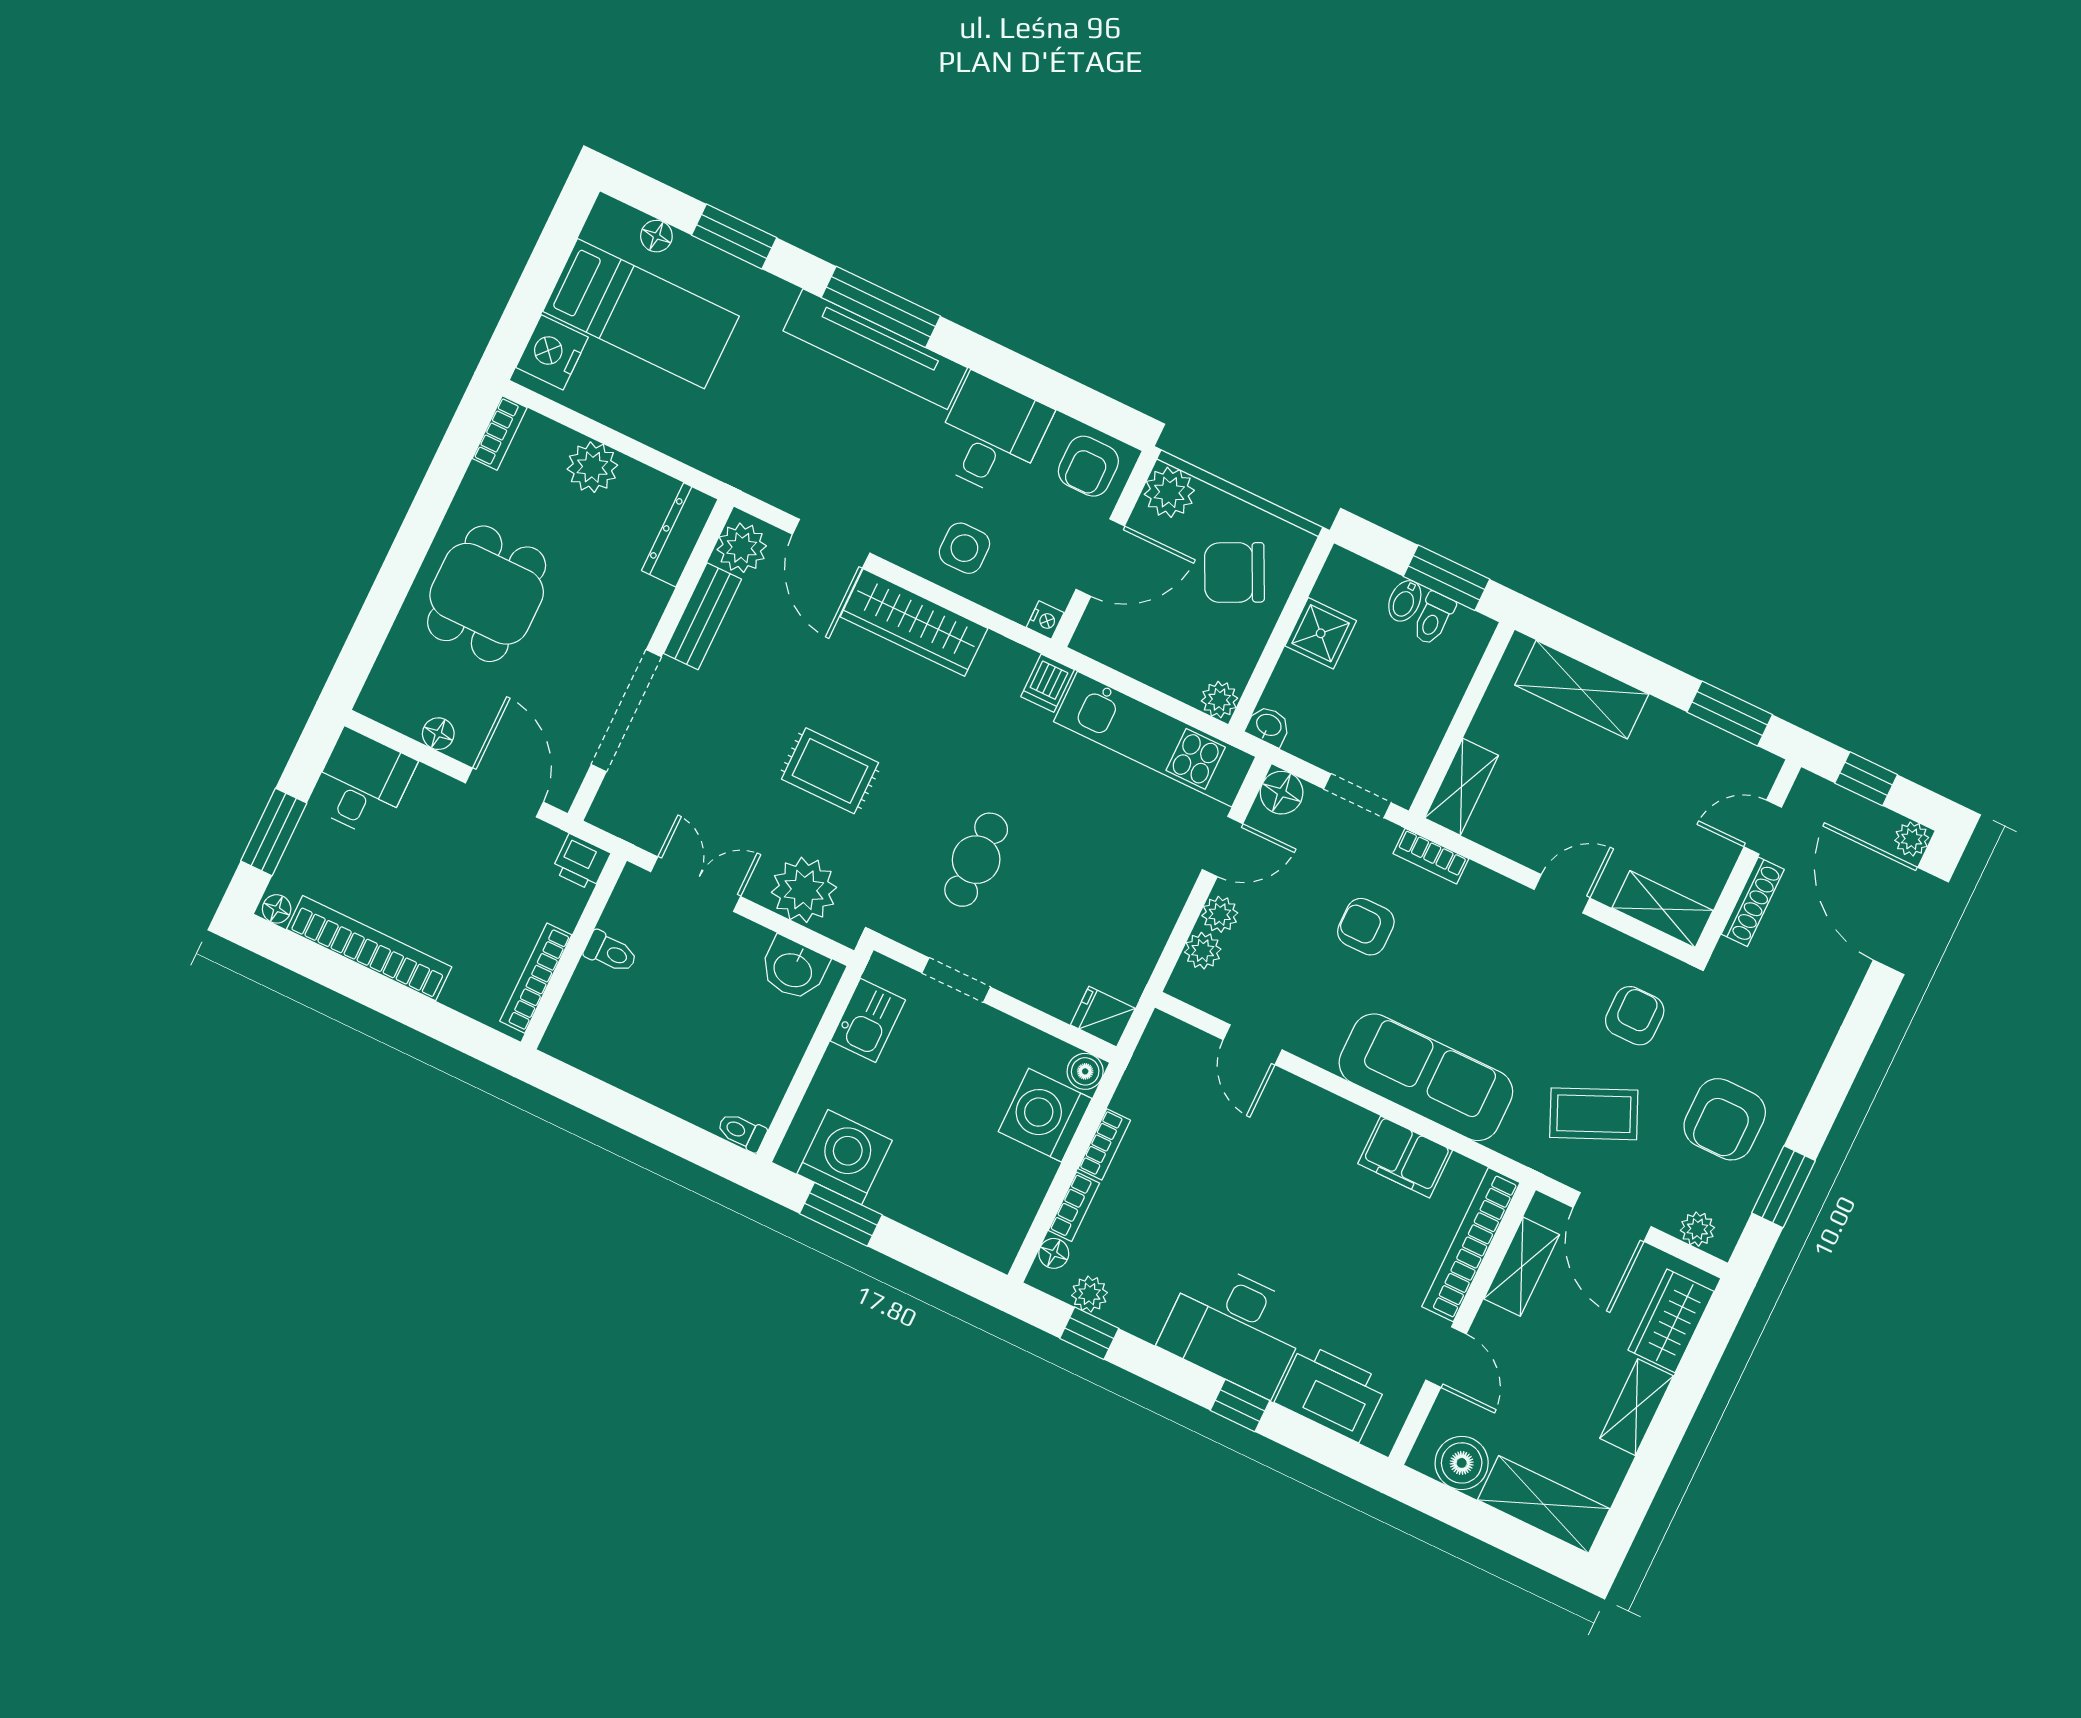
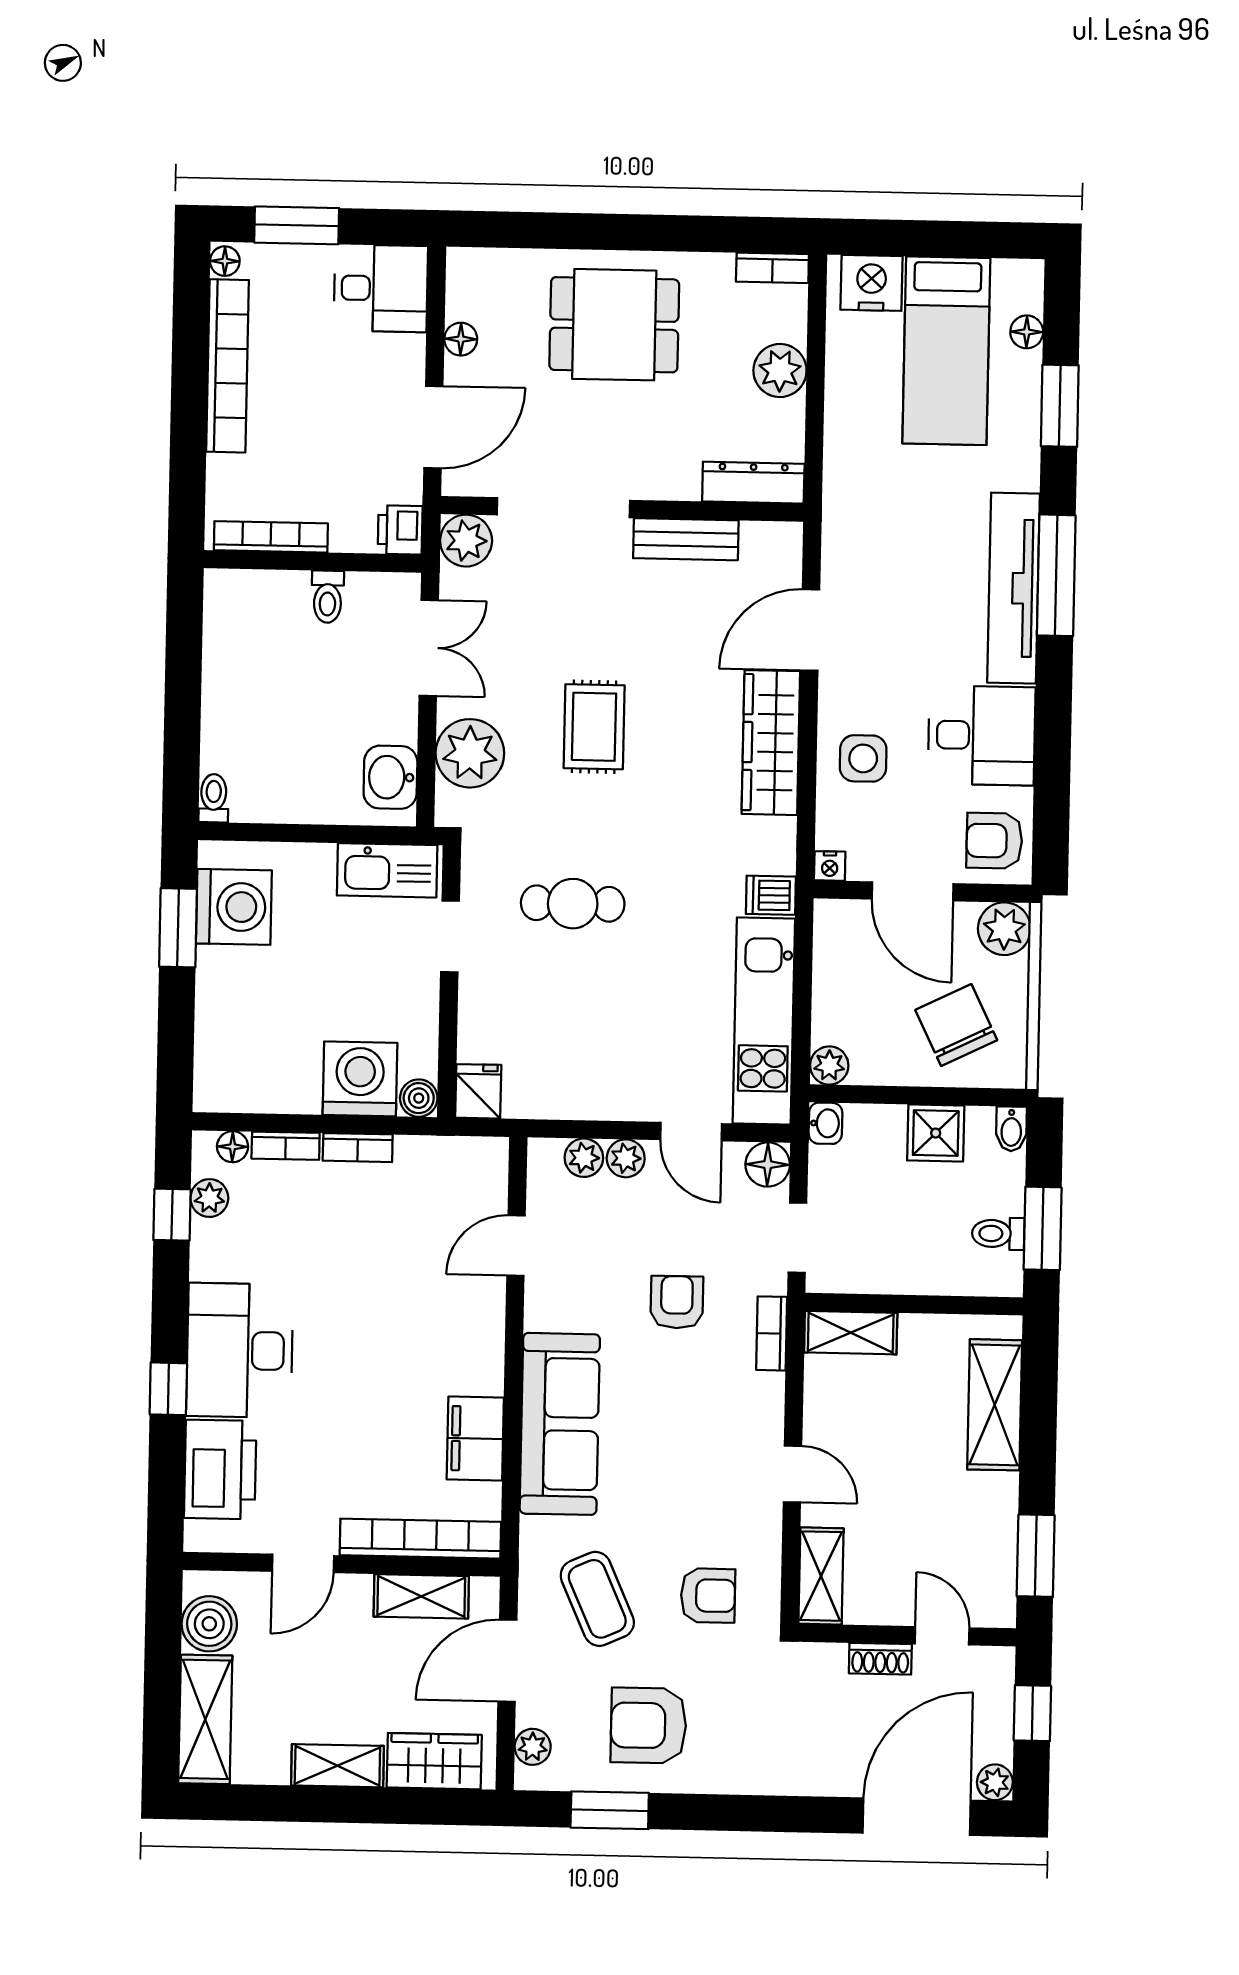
plant: (742, 548) -> (466, 541), moved
bidet: (1405, 601) -> (1011, 1129), moved, turned -90
shoe rack: (1753, 902) -> (880, 1659), width x0.70
kitchen sink: (868, 1020) -> (387, 870), width x1.38

